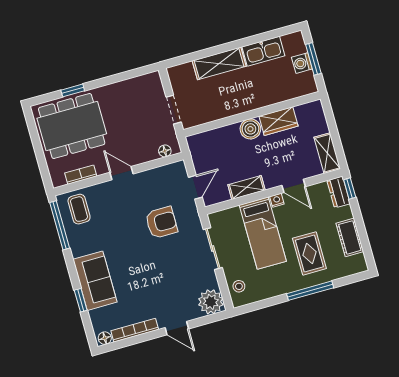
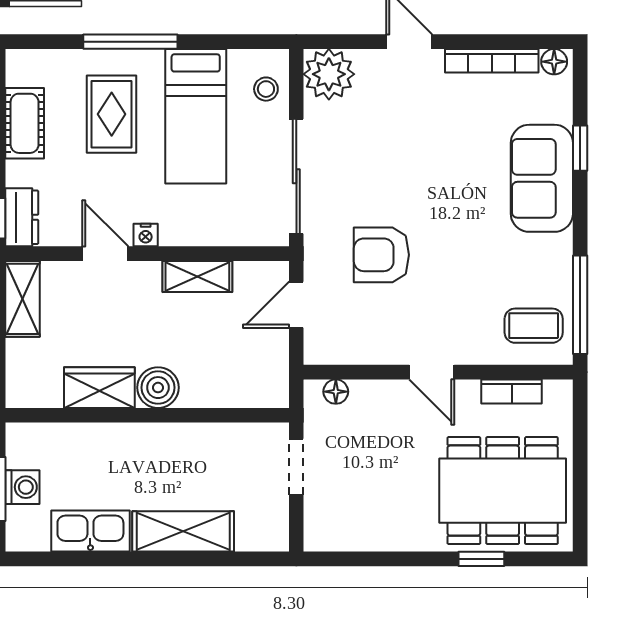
coffee table: (79, 209) -> (534, 326), turned 90
bed: (263, 233) -> (196, 116), moved, turned 180
sliding door: (213, 249) -> (296, 176), width x1.37

